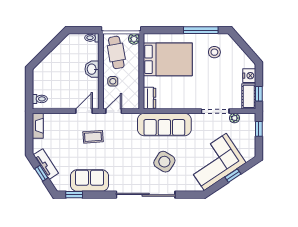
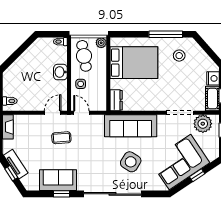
door: (114, 111) -> (81, 113), hinge flipped
plant: (234, 118) -> (203, 124), width x1.88, depth x1.88
window: (74, 195) -> (62, 194), moved

